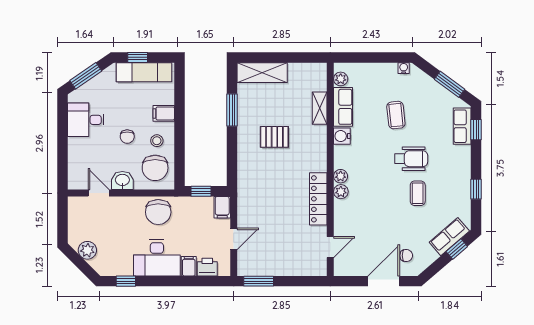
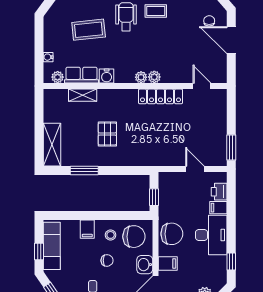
water cooler: (404, 68) -> (48, 57), moved
coffee table: (396, 115) -> (89, 30), width x1.36, depth x1.30
filing cabinet: (222, 207) -> (168, 264), moved

